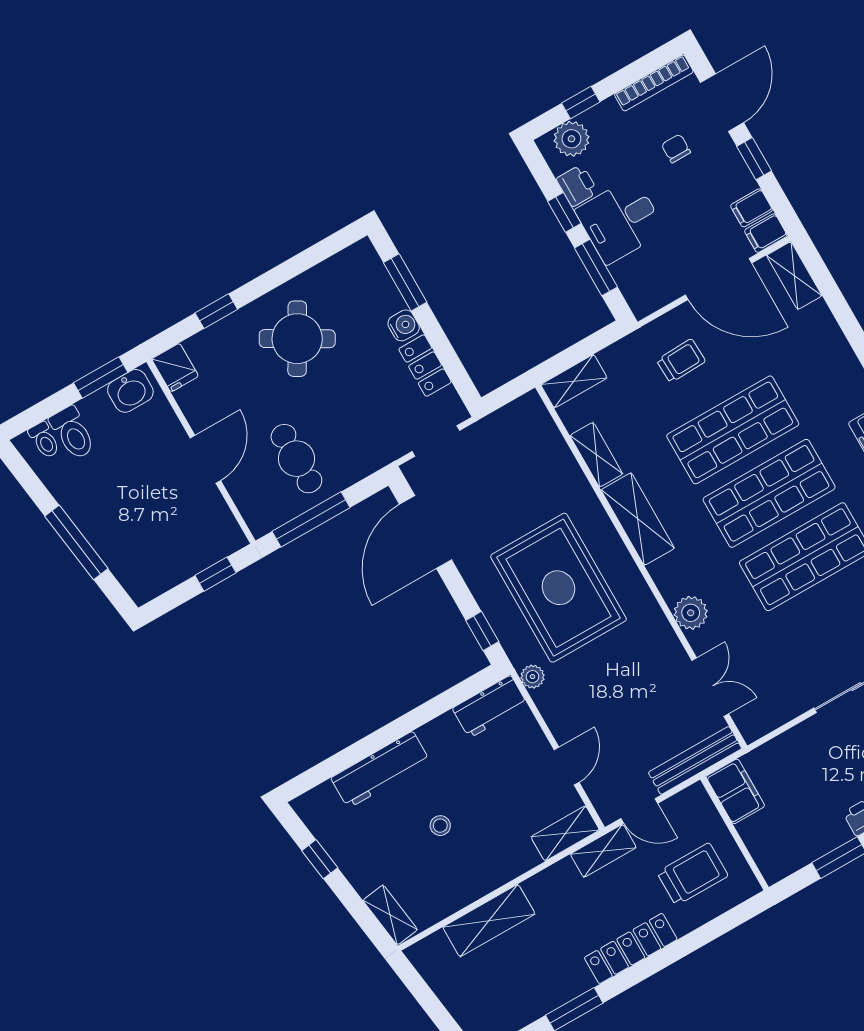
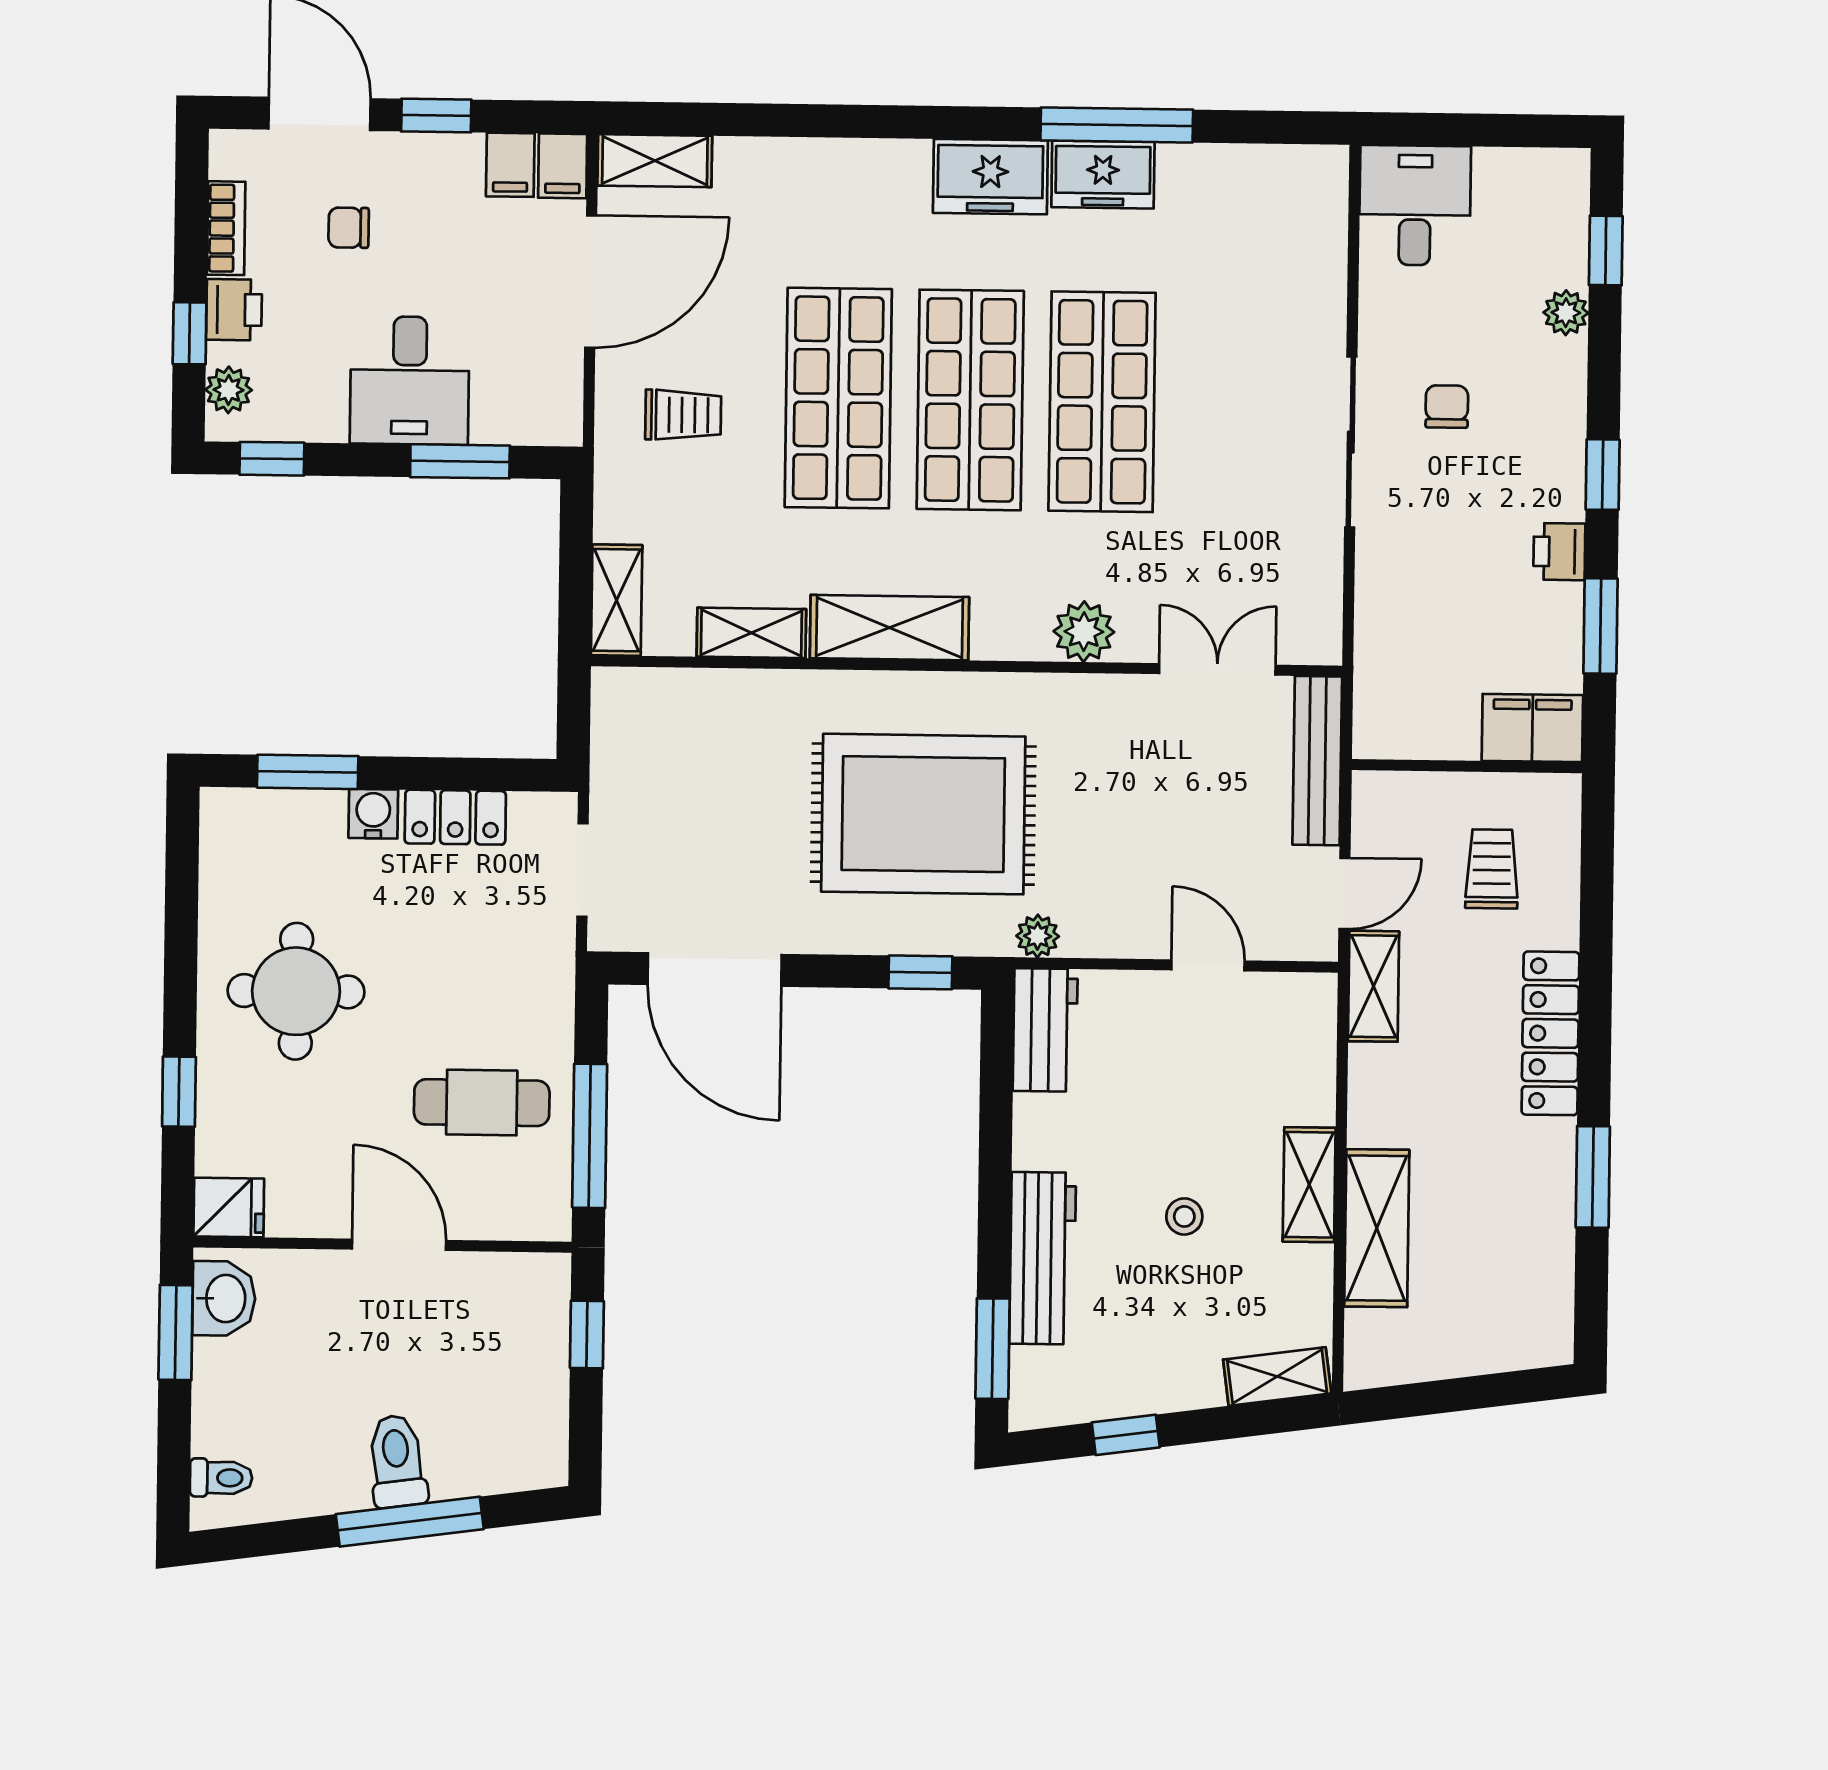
bookcase: (654, 83) -> (226, 228), width x0.64
plant: (571, 139) -> (229, 390), width x0.73, depth x0.73
printer: (577, 185) -> (234, 310), moved, turned 90
window: (564, 212) -> (272, 459), moved
round table: (297, 339) -> (296, 991), turned -30
trolley: (681, 361) -> (683, 415), turned 92
toilet: (73, 433) -> (397, 1461), moved, turned -98
window: (323, 771) -> (993, 1349), added
filing cabinet: (735, 791) -> (1532, 728), moved
shelving: (565, 833) -> (1309, 1185), moved
trolley: (693, 874) -> (1492, 869), width x0.73, depth x0.72

